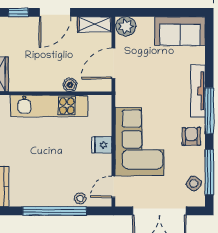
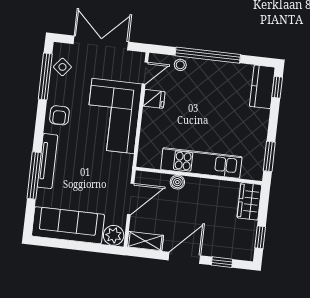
sofa: (180, 31) -> (68, 225), width x1.36
window: (209, 111) -> (34, 175), moved
fridge: (102, 145) -> (154, 99), moved

